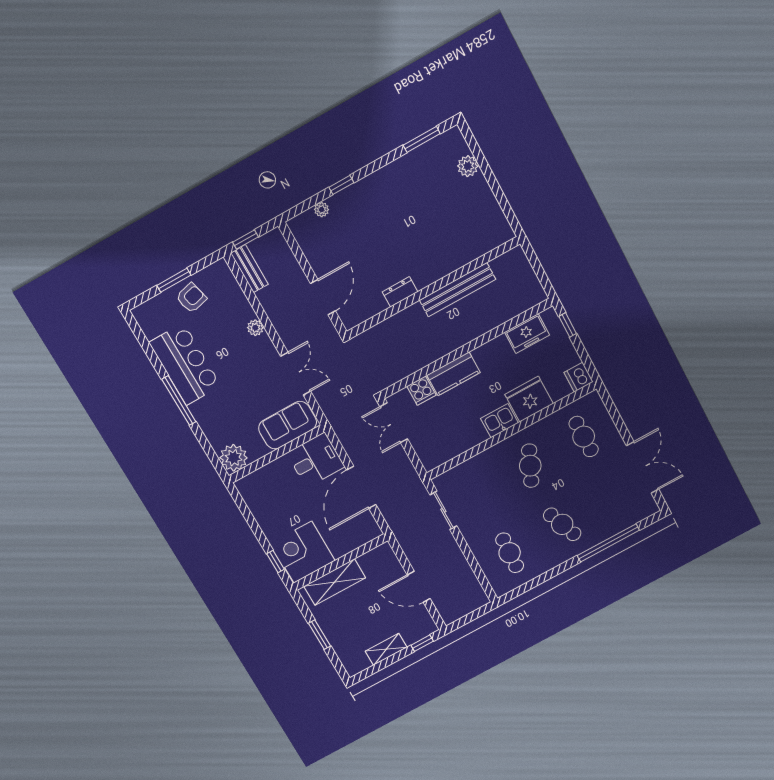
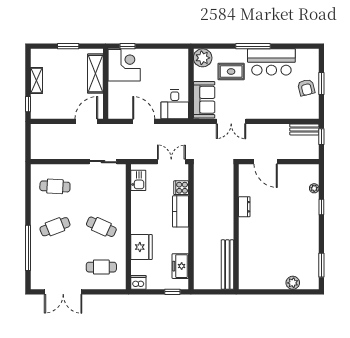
bench: (458, 290) -> (227, 265), moved
plant: (255, 328) -> (270, 114), removed
rug: (229, 411) -> (231, 72), added
kitchen sink: (499, 421) -> (138, 180), moved
door: (361, 487) -> (144, 121), width x0.73
door: (419, 587) -> (86, 121), moved

